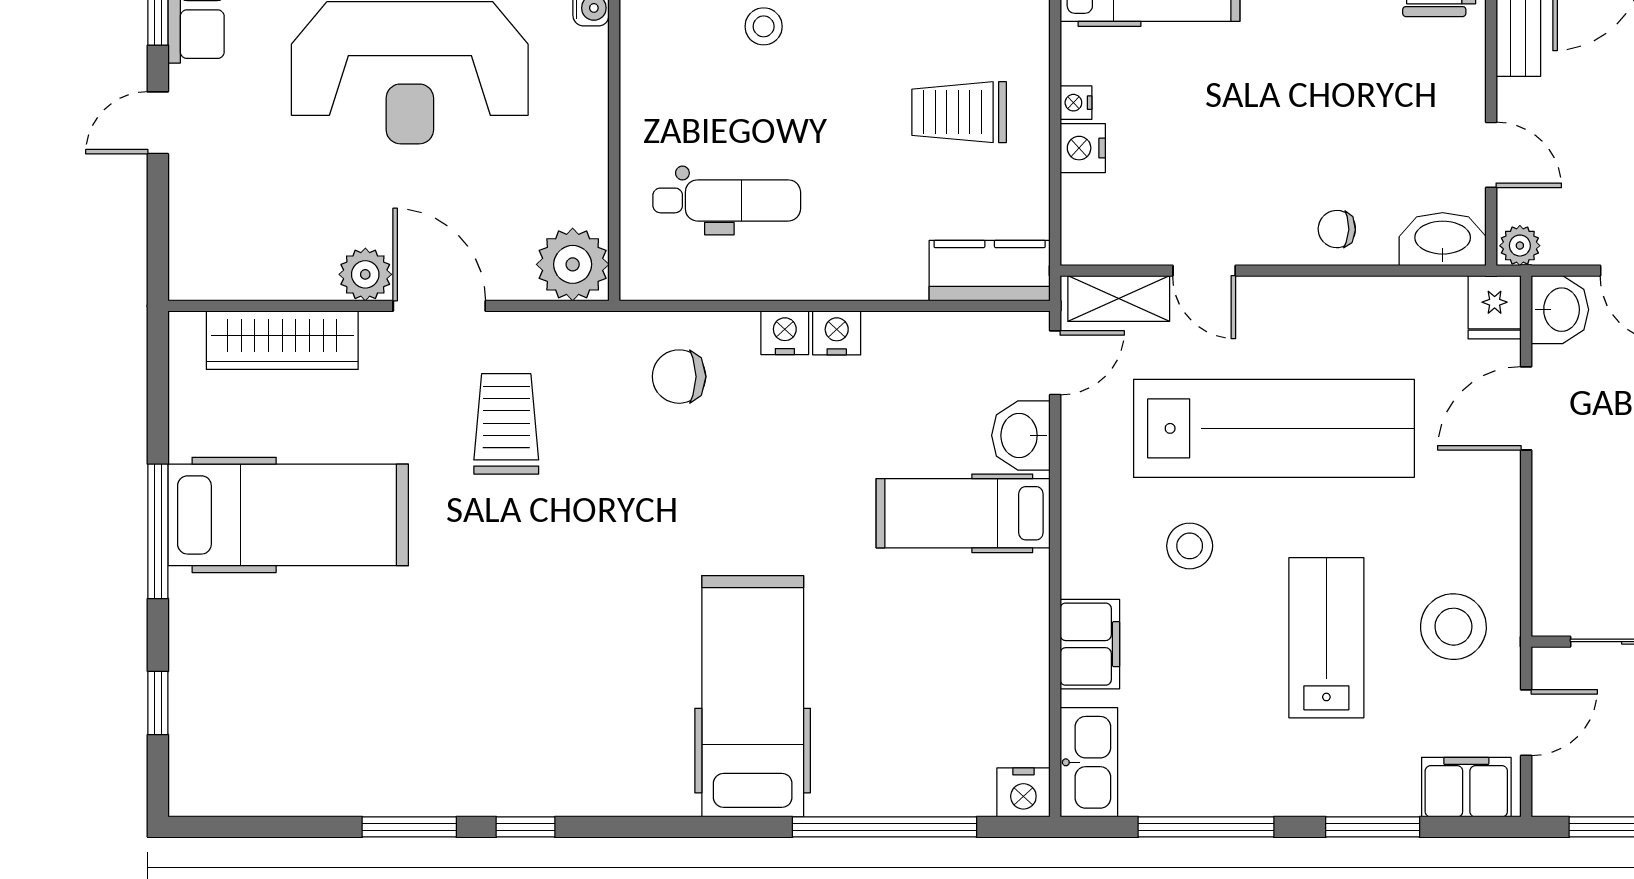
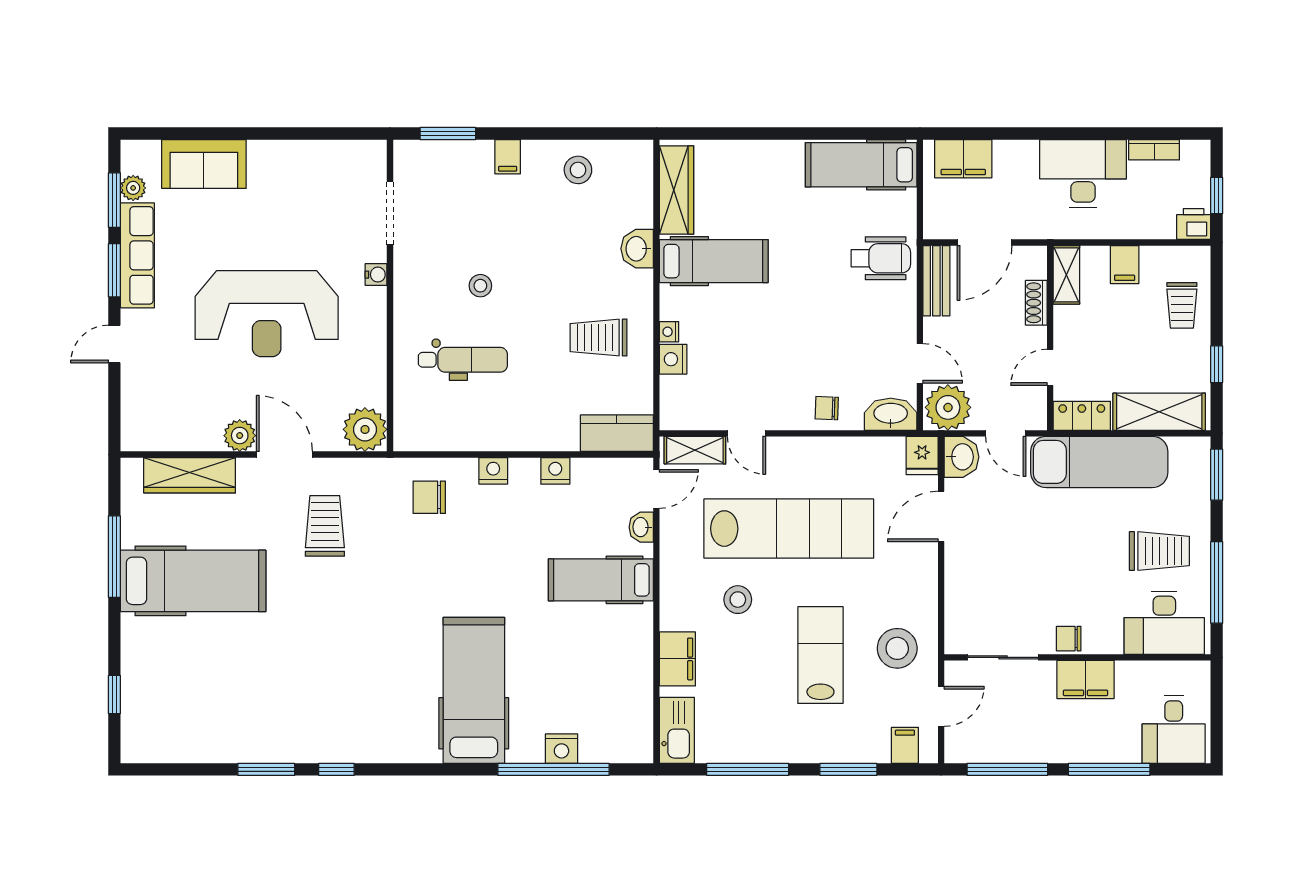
dental chair: (727, 200) -> (463, 360), moved
plant: (1520, 246) -> (948, 407), width x1.88, depth x1.88
nightstand: (837, 333) -> (555, 471), moved
washbasin: (1021, 435) -> (641, 527), width x0.72, depth x0.69
window: (158, 531) -> (114, 557), moved
filing cabinet: (1466, 787) -> (905, 745), width x0.50
nightstand: (1023, 792) -> (561, 749), moved

